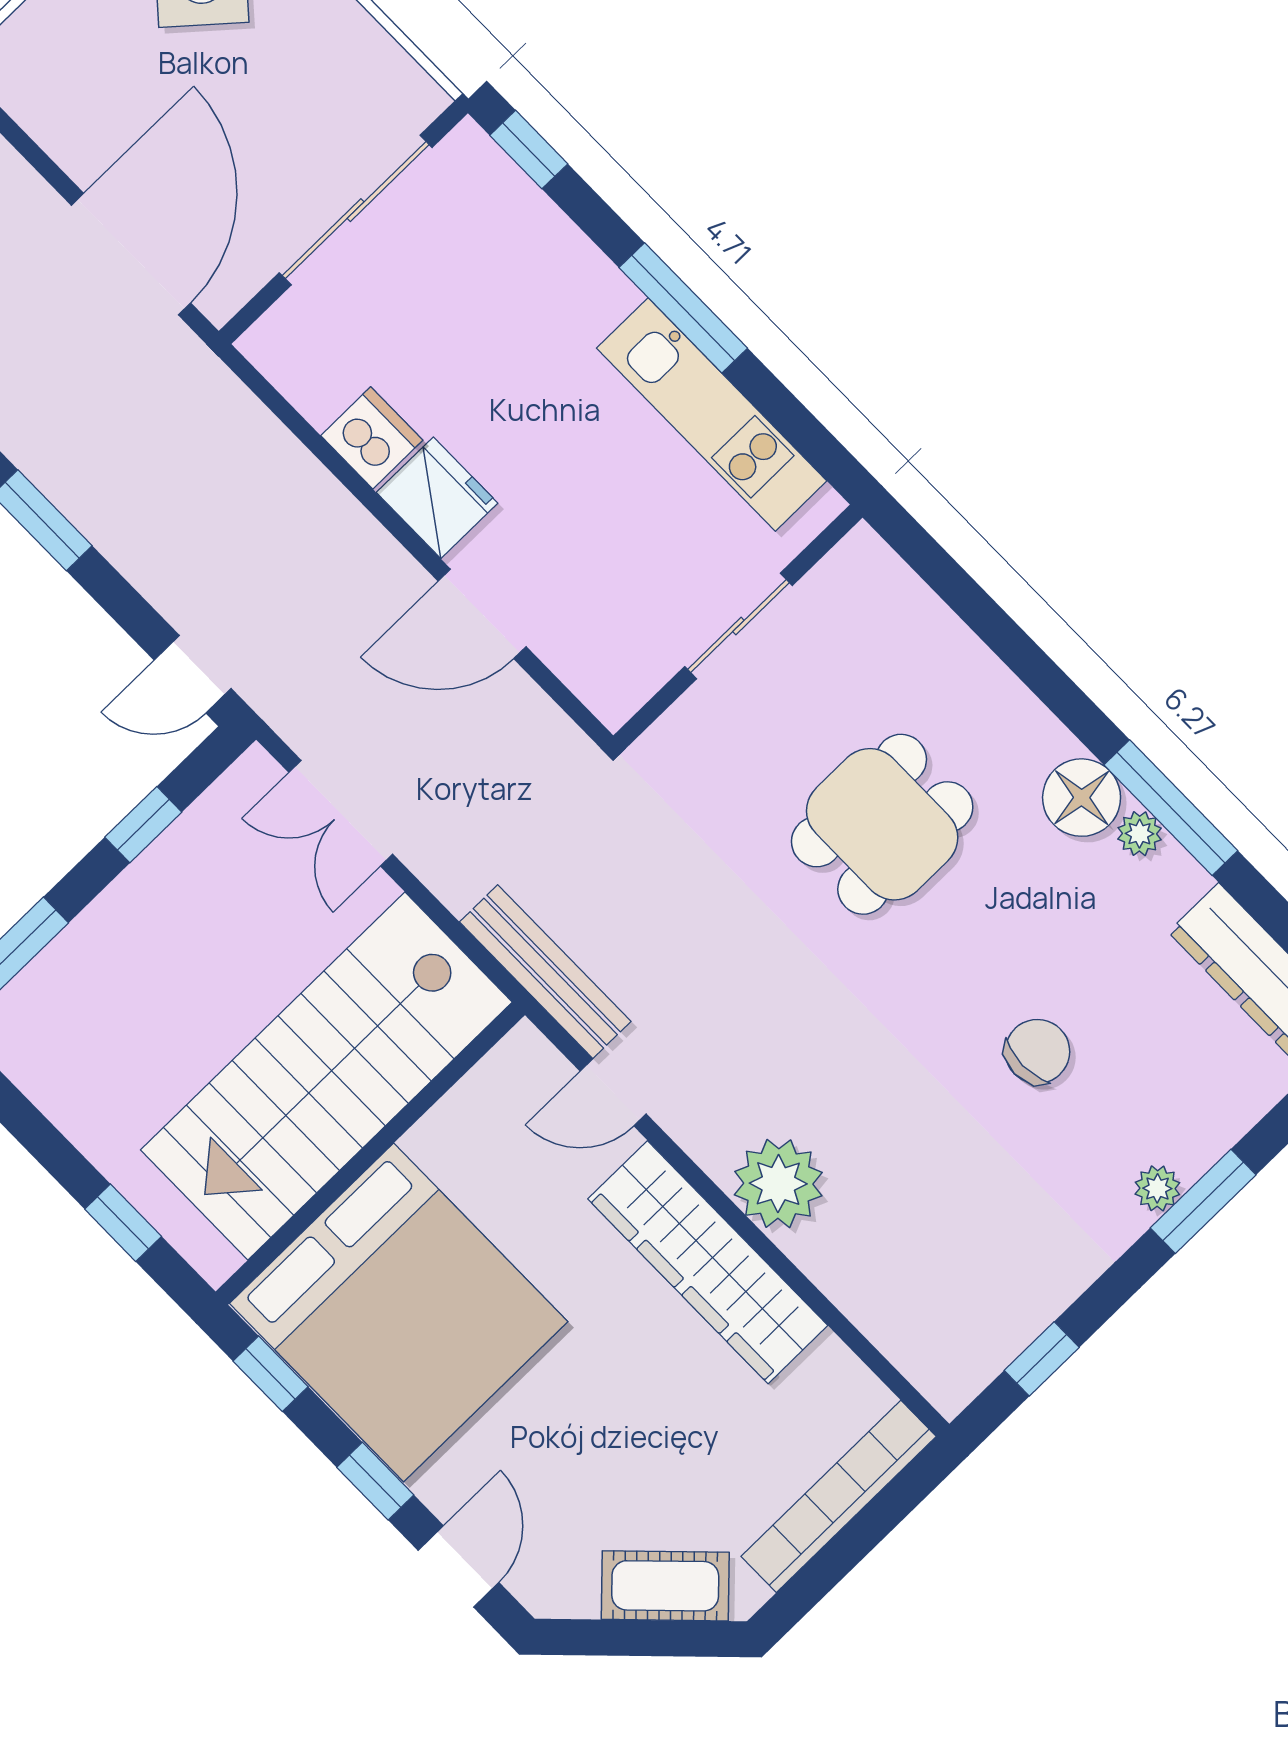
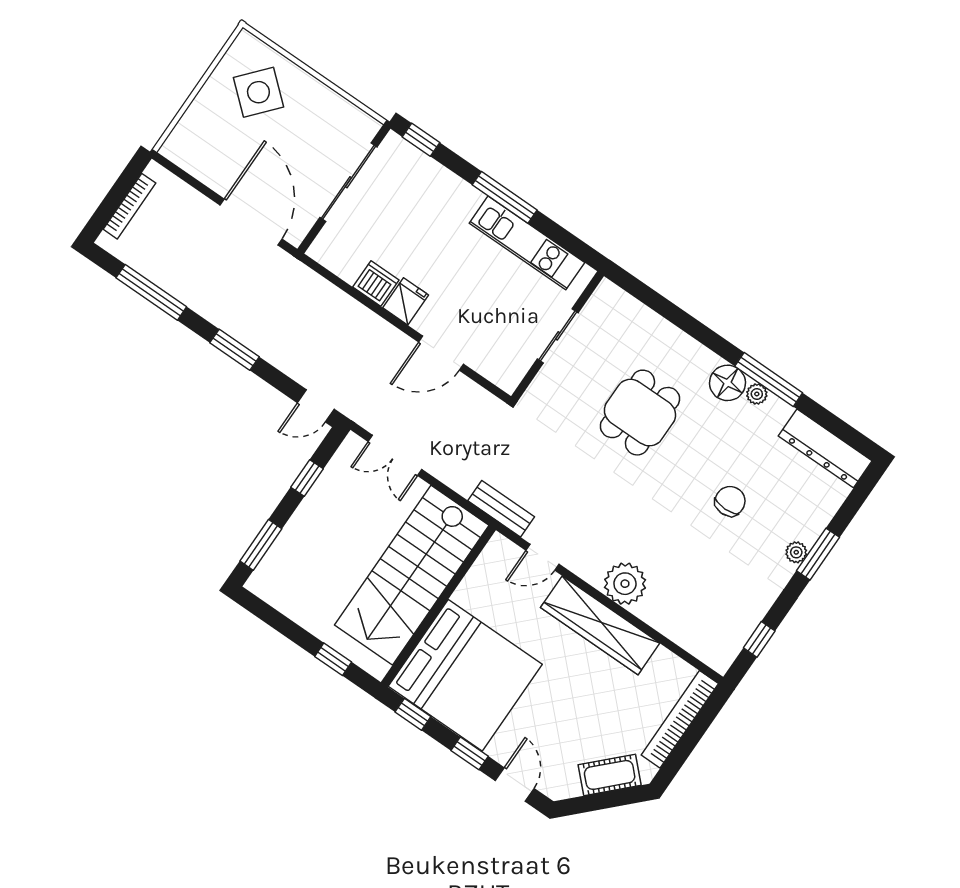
fridge: (437, 498) -> (406, 301), width x0.72
bench: (545, 972) -> (501, 509), width x0.73

